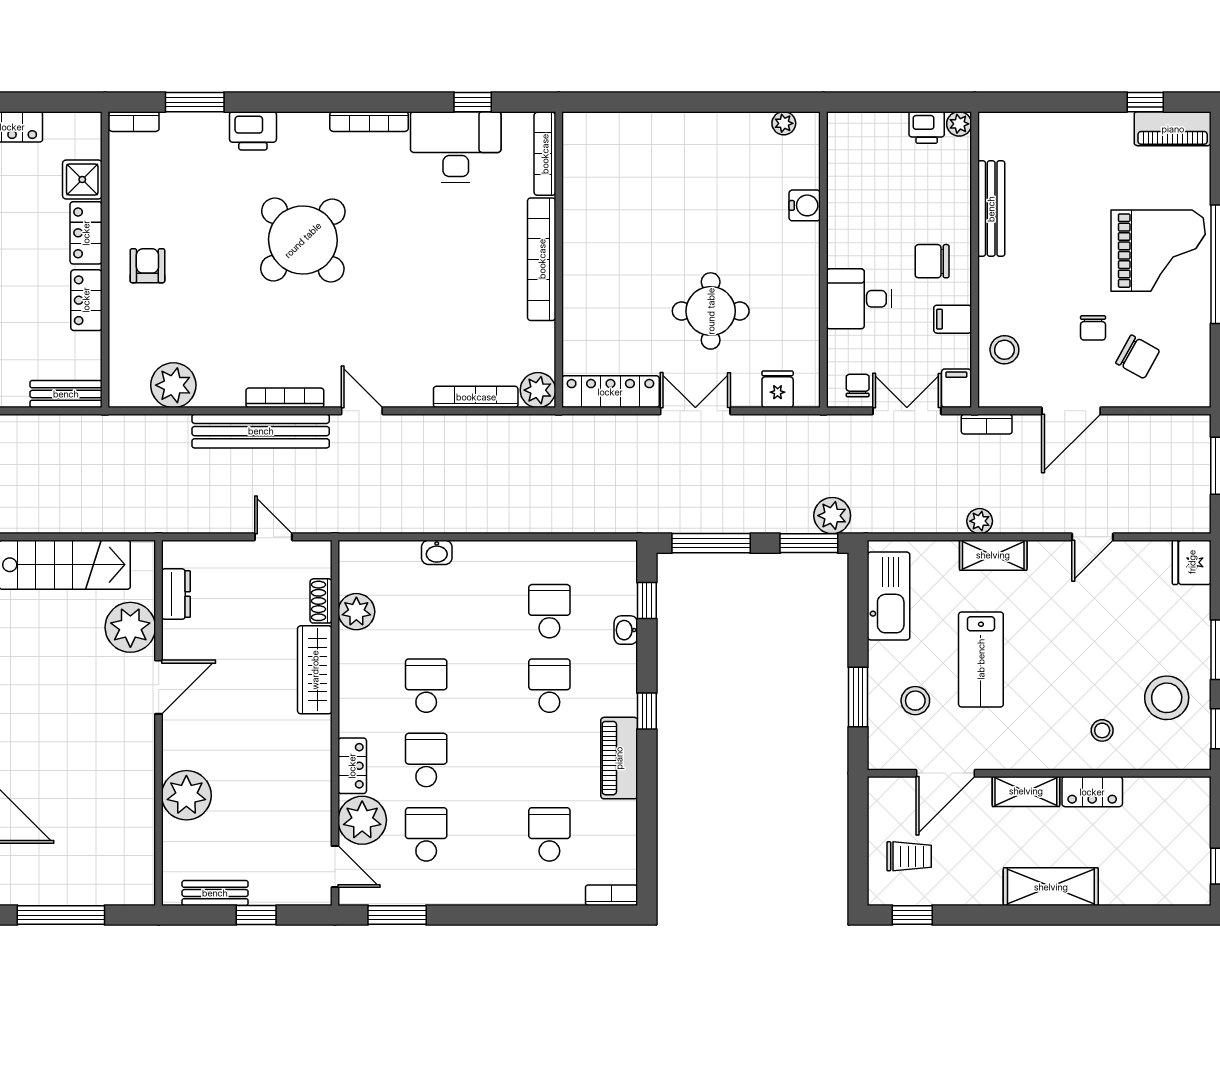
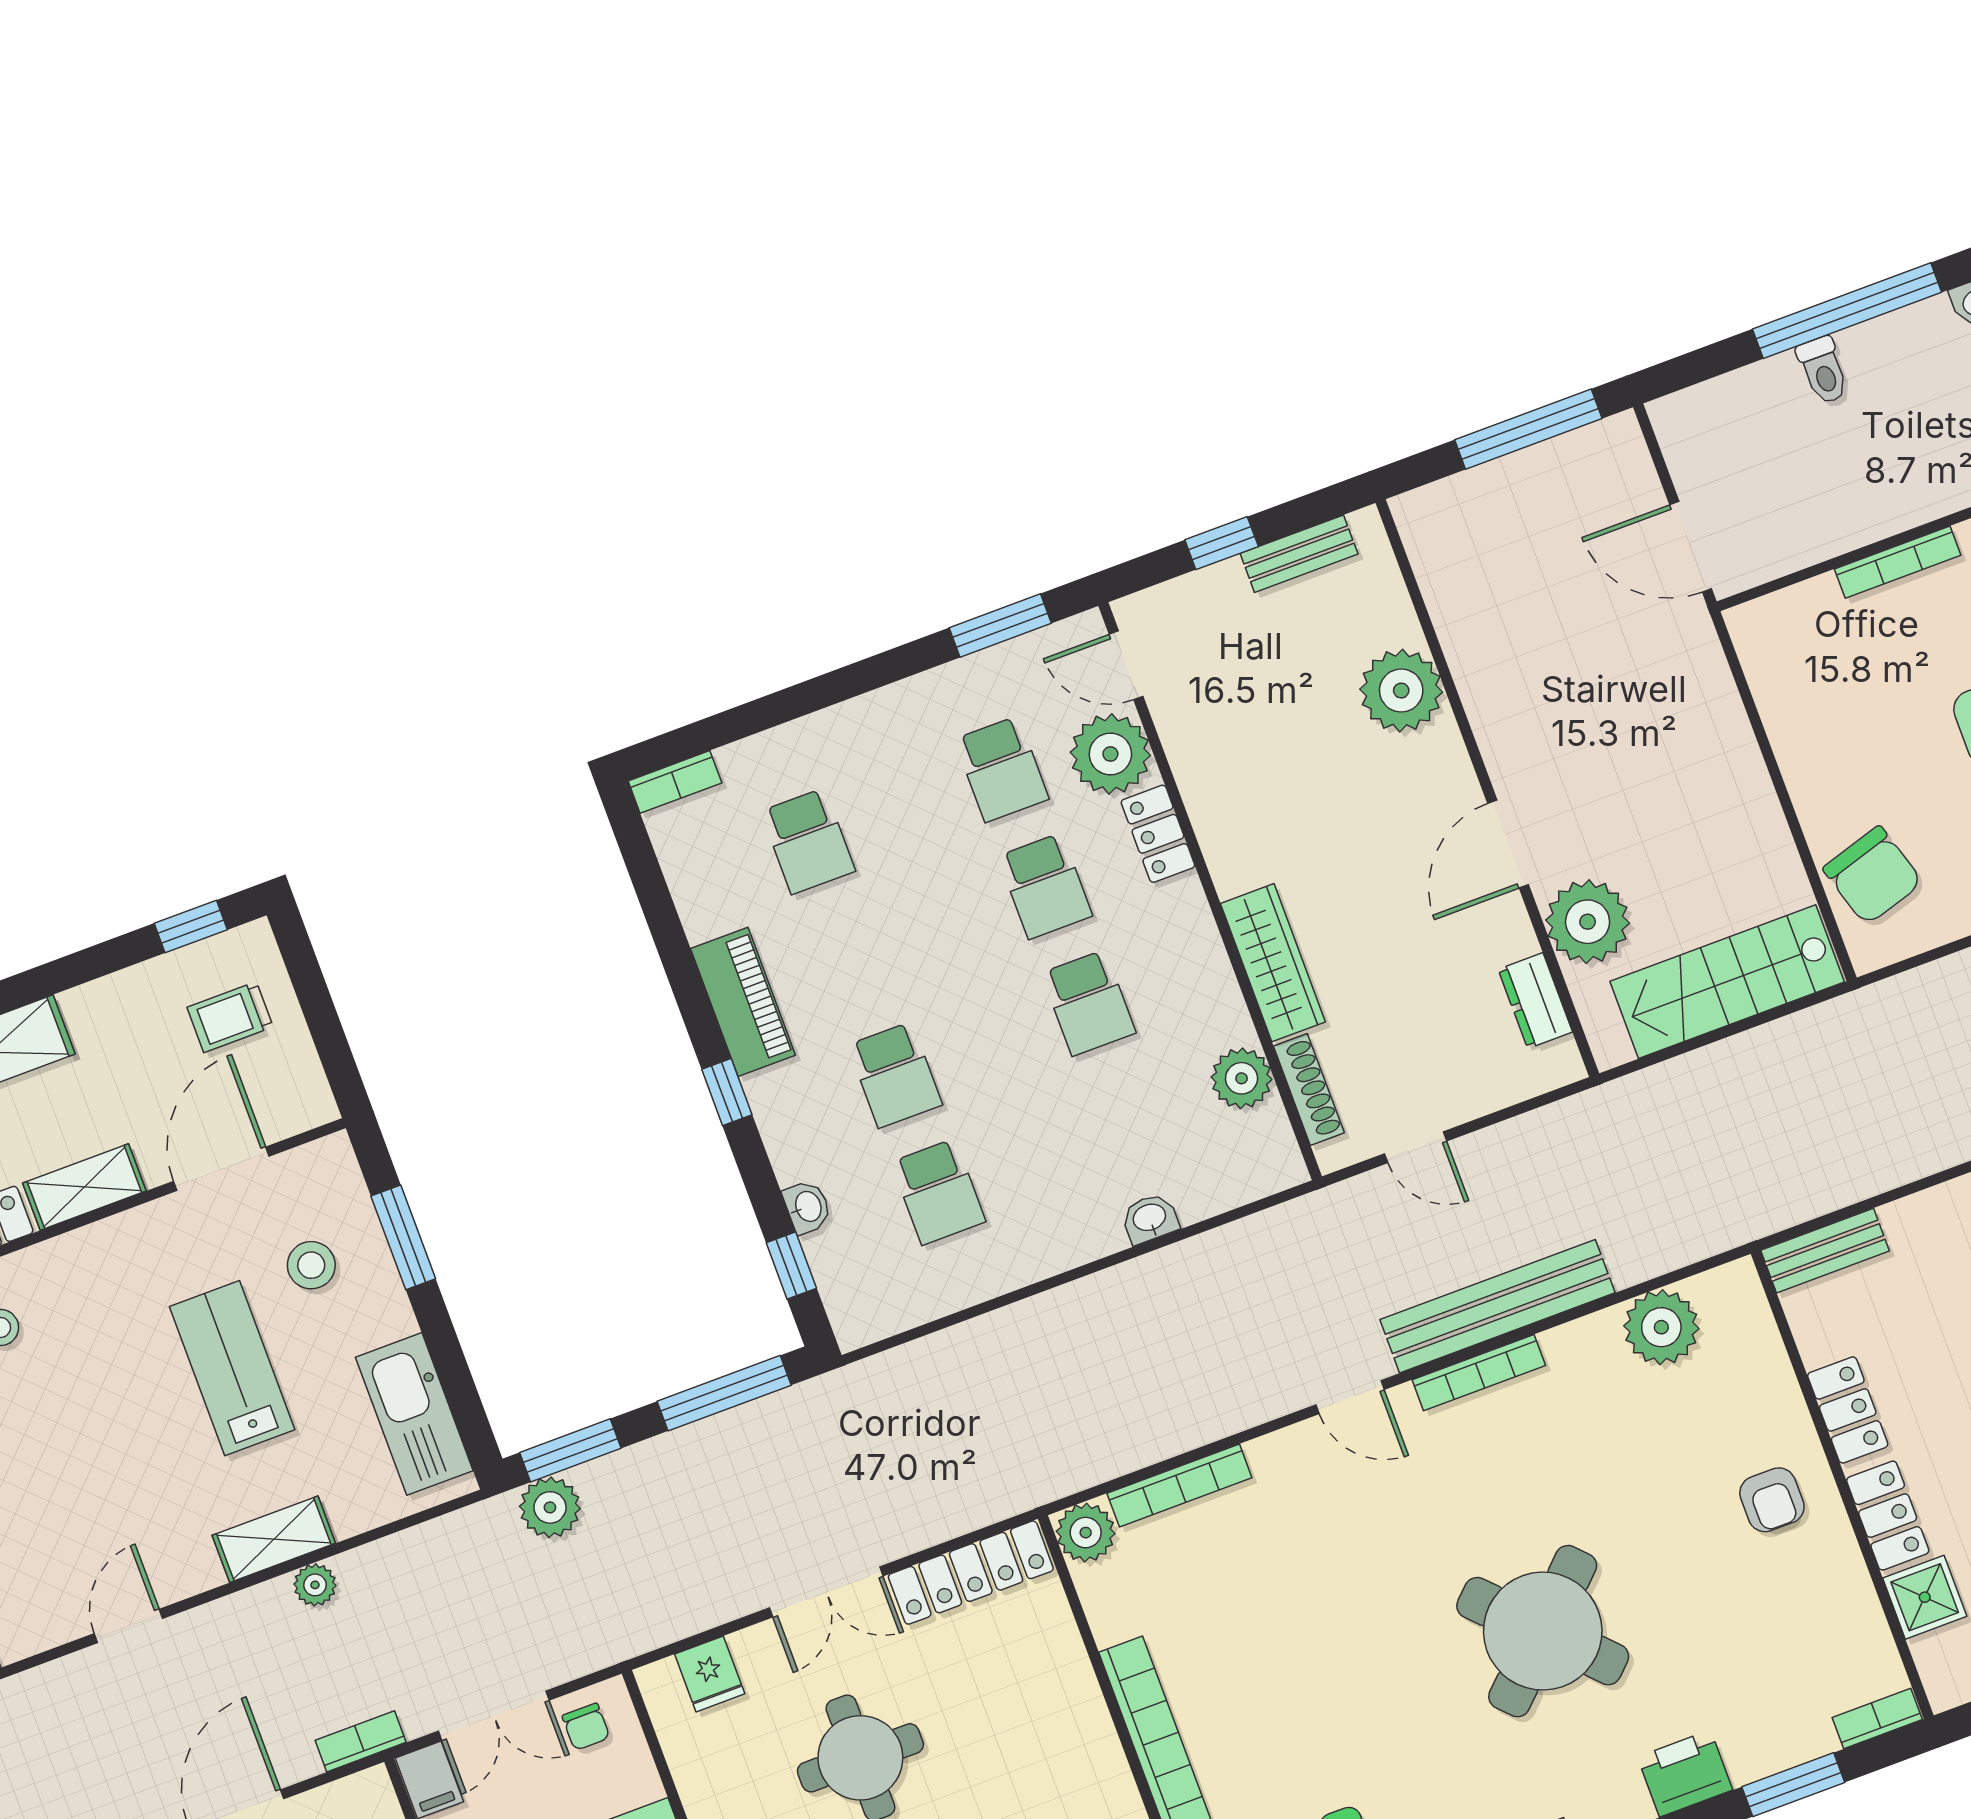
shoe rack: (321, 601) -> (1309, 1089), width x1.43

